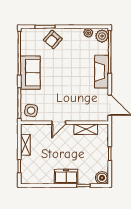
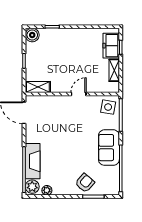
fireplace: (102, 72) -> (33, 161), moved
shelving: (86, 129) -> (38, 87), moved
freezer: (66, 177) -> (111, 46), moved, turned 90

